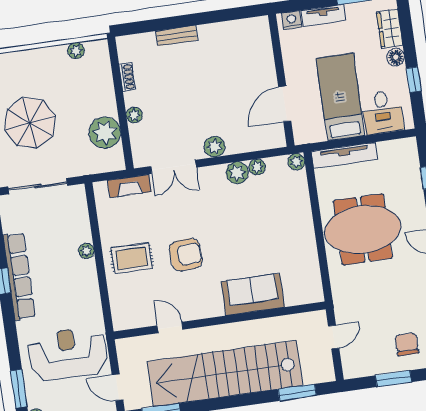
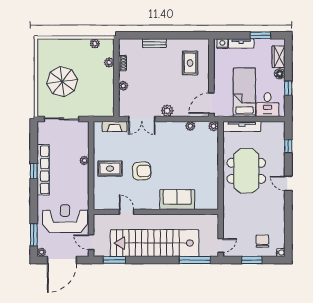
rug: (242, 61) -> (190, 63), added
door: (285, 104) -> (211, 103), moved
plant: (105, 133) -> (109, 63), moved, width x0.53, depth x0.53
plant: (237, 173) -> (178, 128), removed
meeting table: (363, 229) -> (246, 171), turned 90
door: (334, 337) -> (221, 245), moved
window: (297, 392) -> (195, 260), width x1.44

